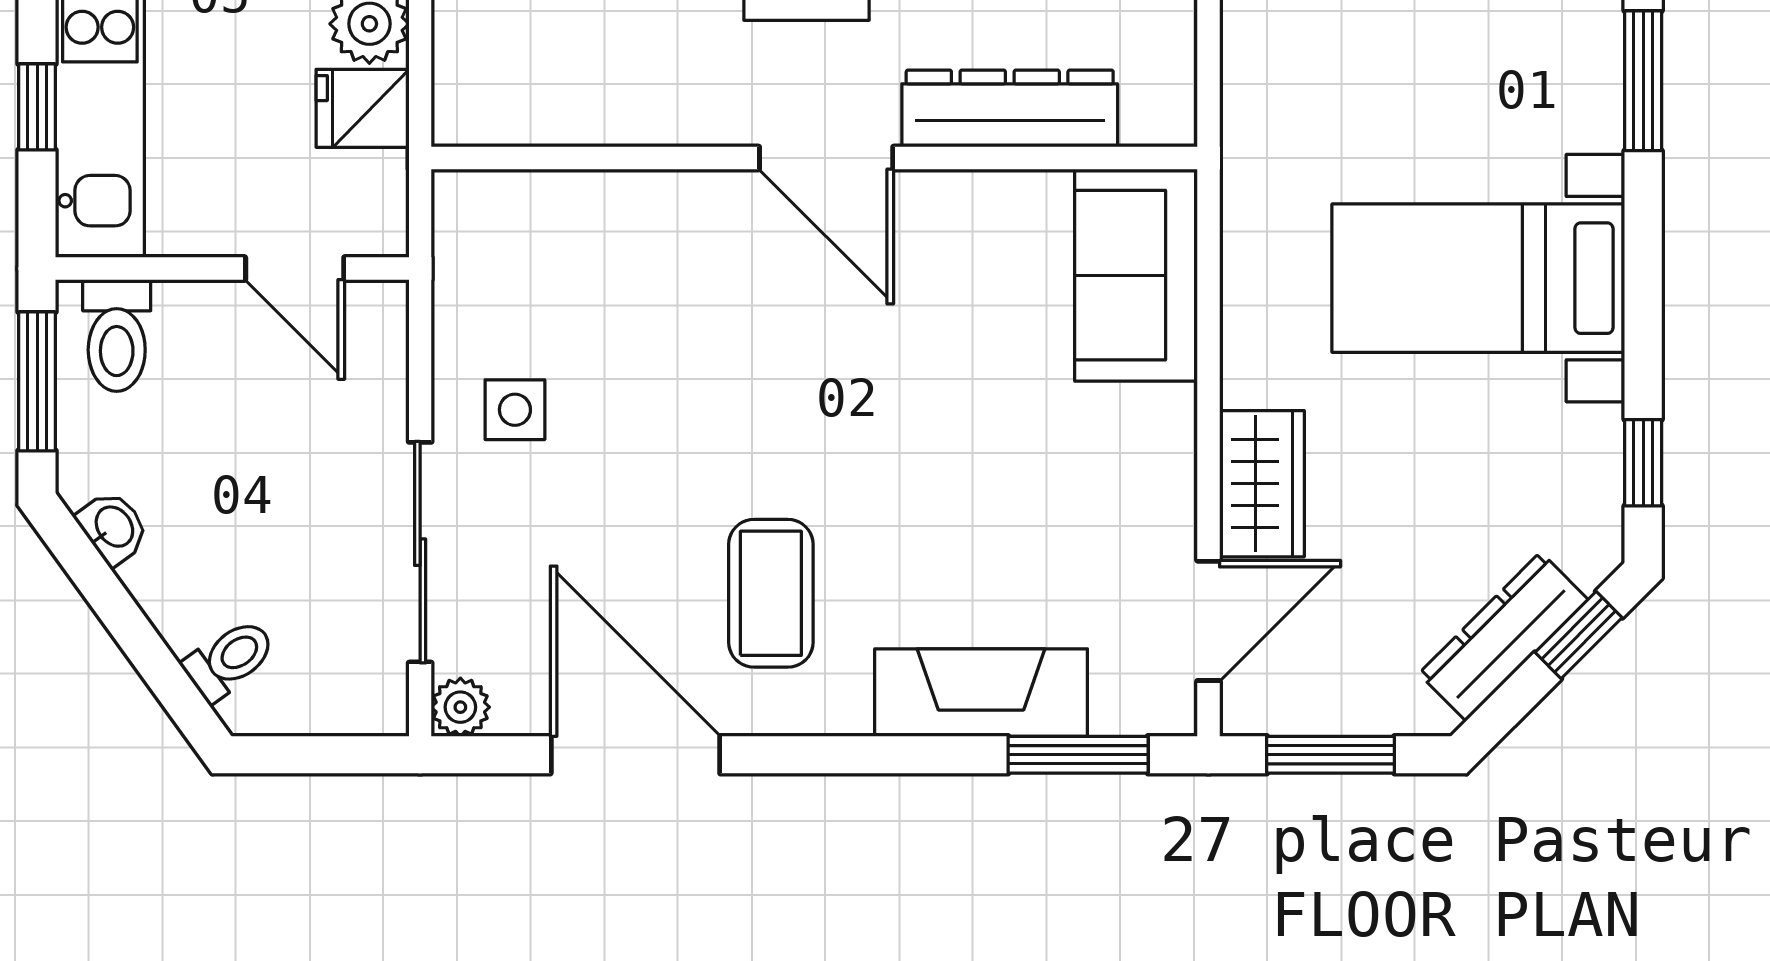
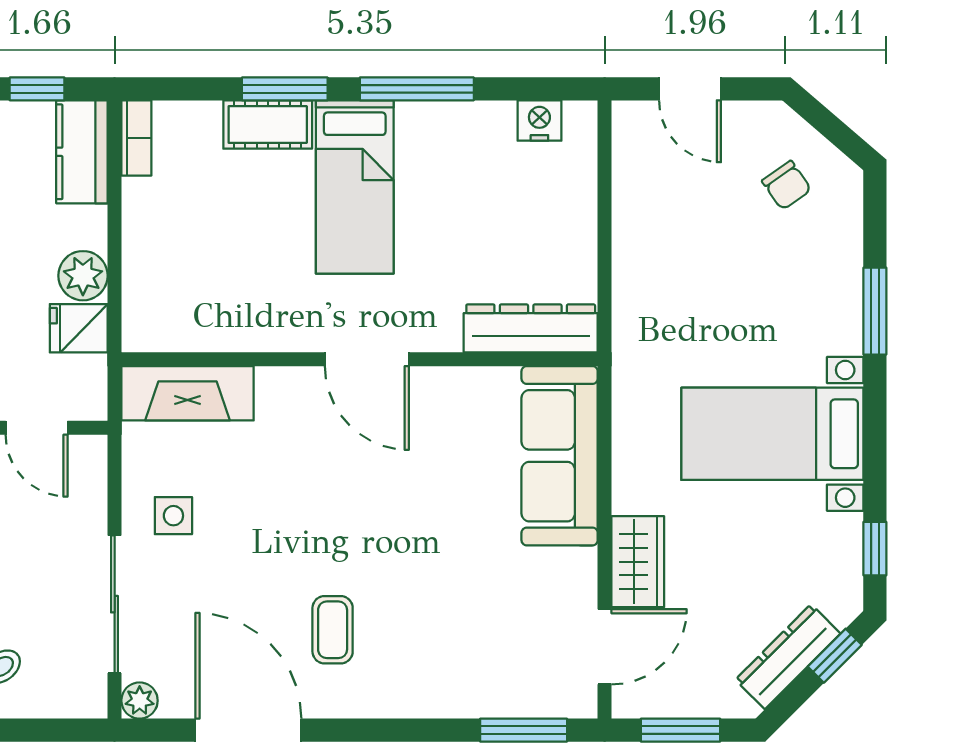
dresser: (1010, 108) -> (531, 328), moved
sofa: (1136, 275) -> (560, 456), width x1.36
coffee table: (771, 593) -> (333, 630), width x0.73, depth x0.77
fireplace: (981, 693) -> (188, 393), moved, turned 180

